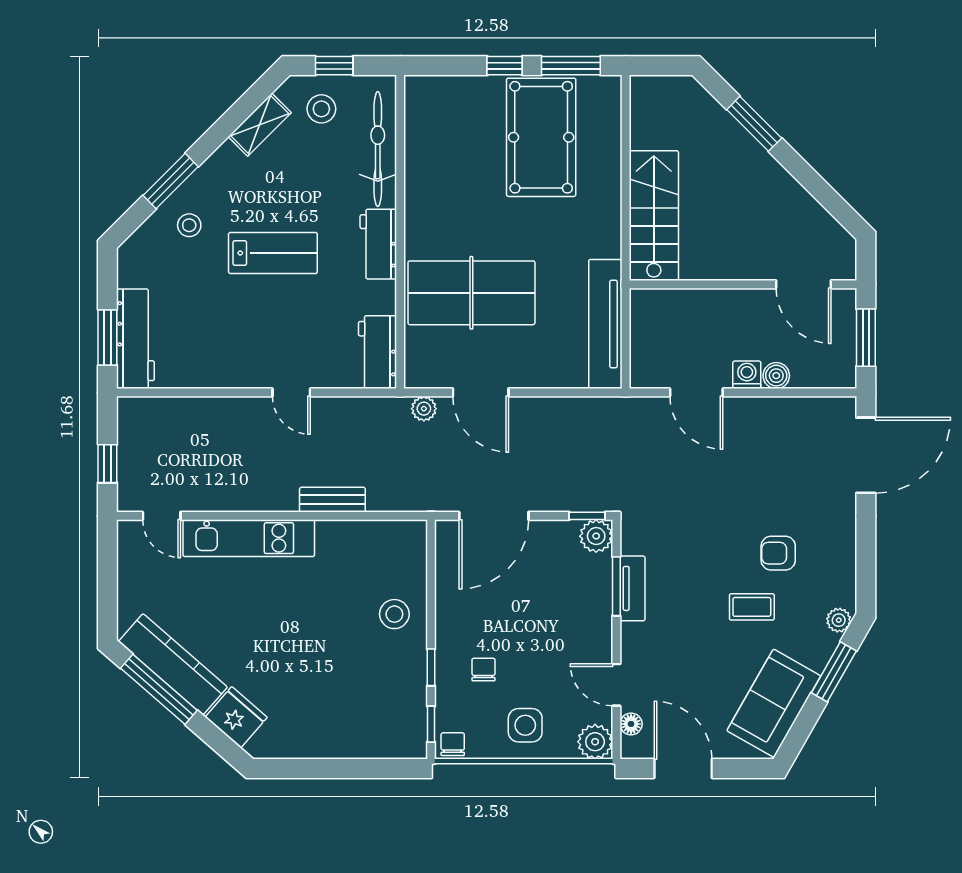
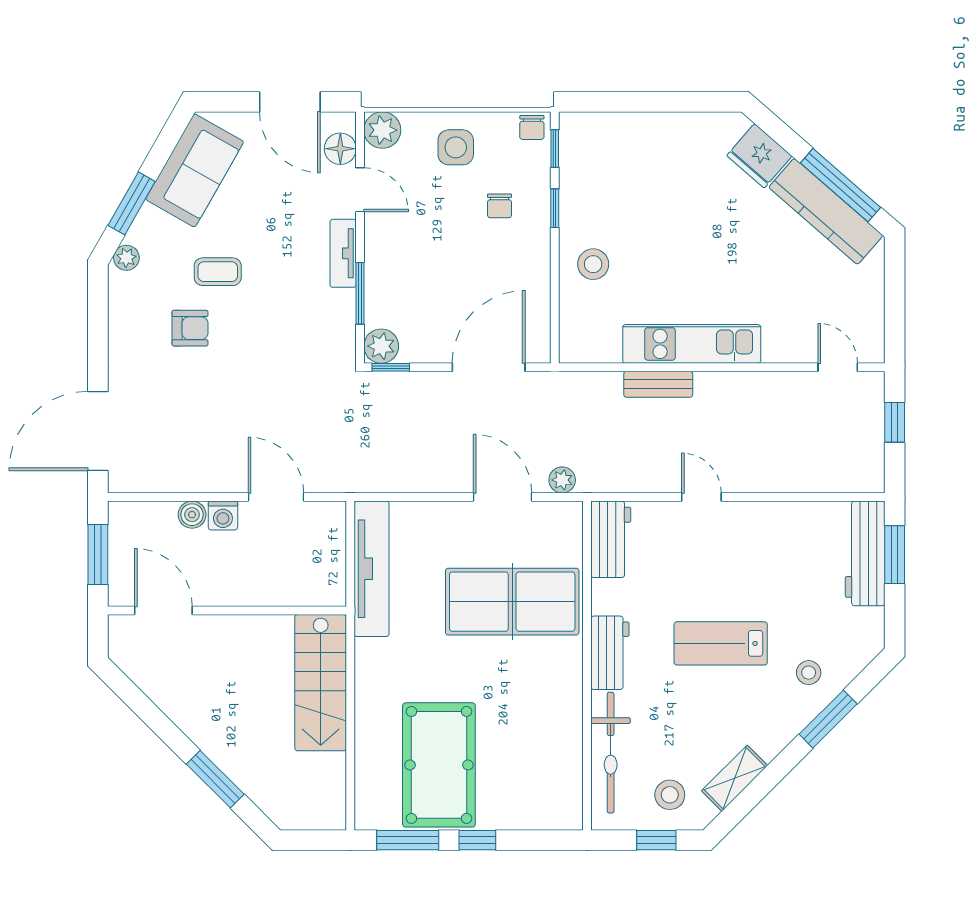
kitchen unit: (249, 538) -> (692, 344), moved
tv unit: (632, 588) -> (343, 253), moved
floor lamp: (631, 724) -> (340, 149), width x1.37, depth x1.37

